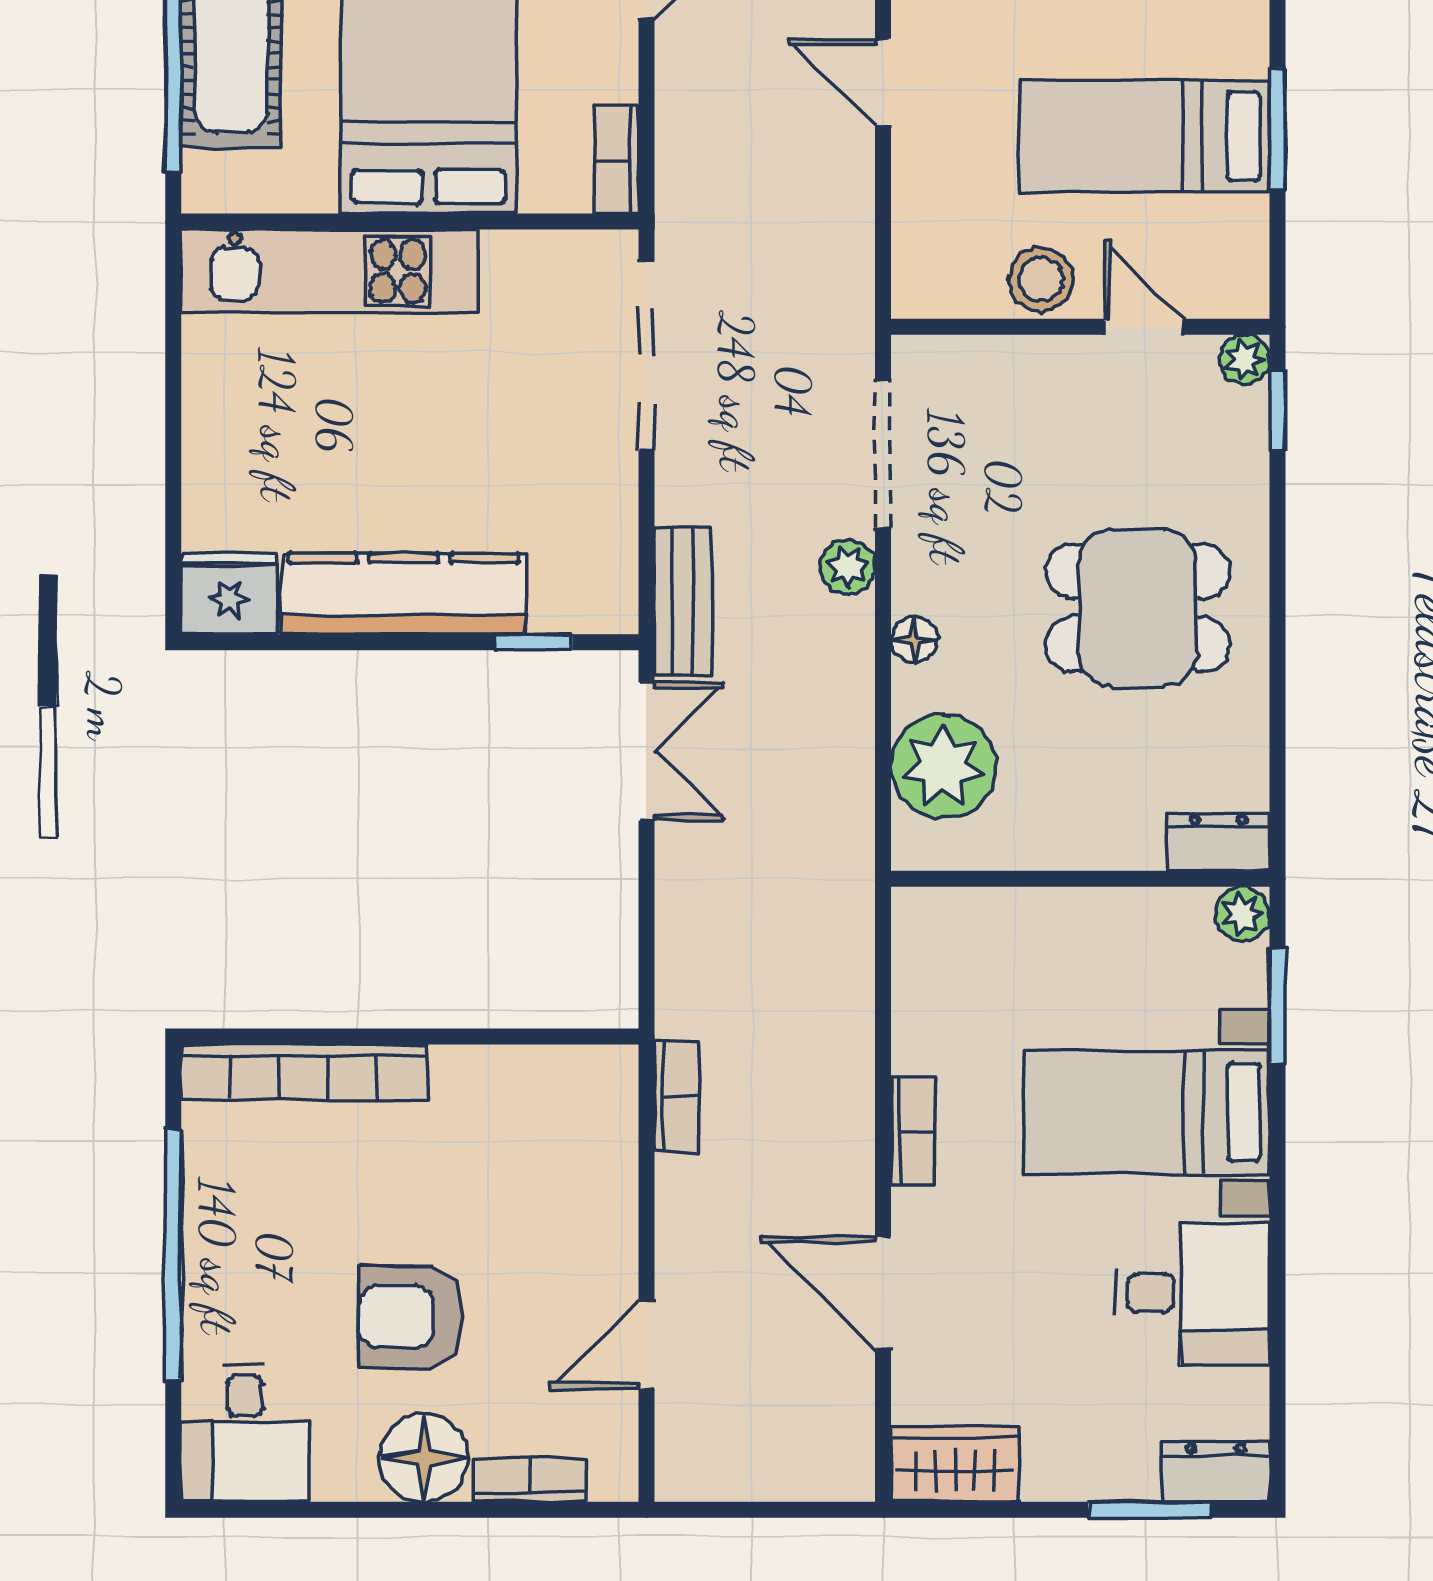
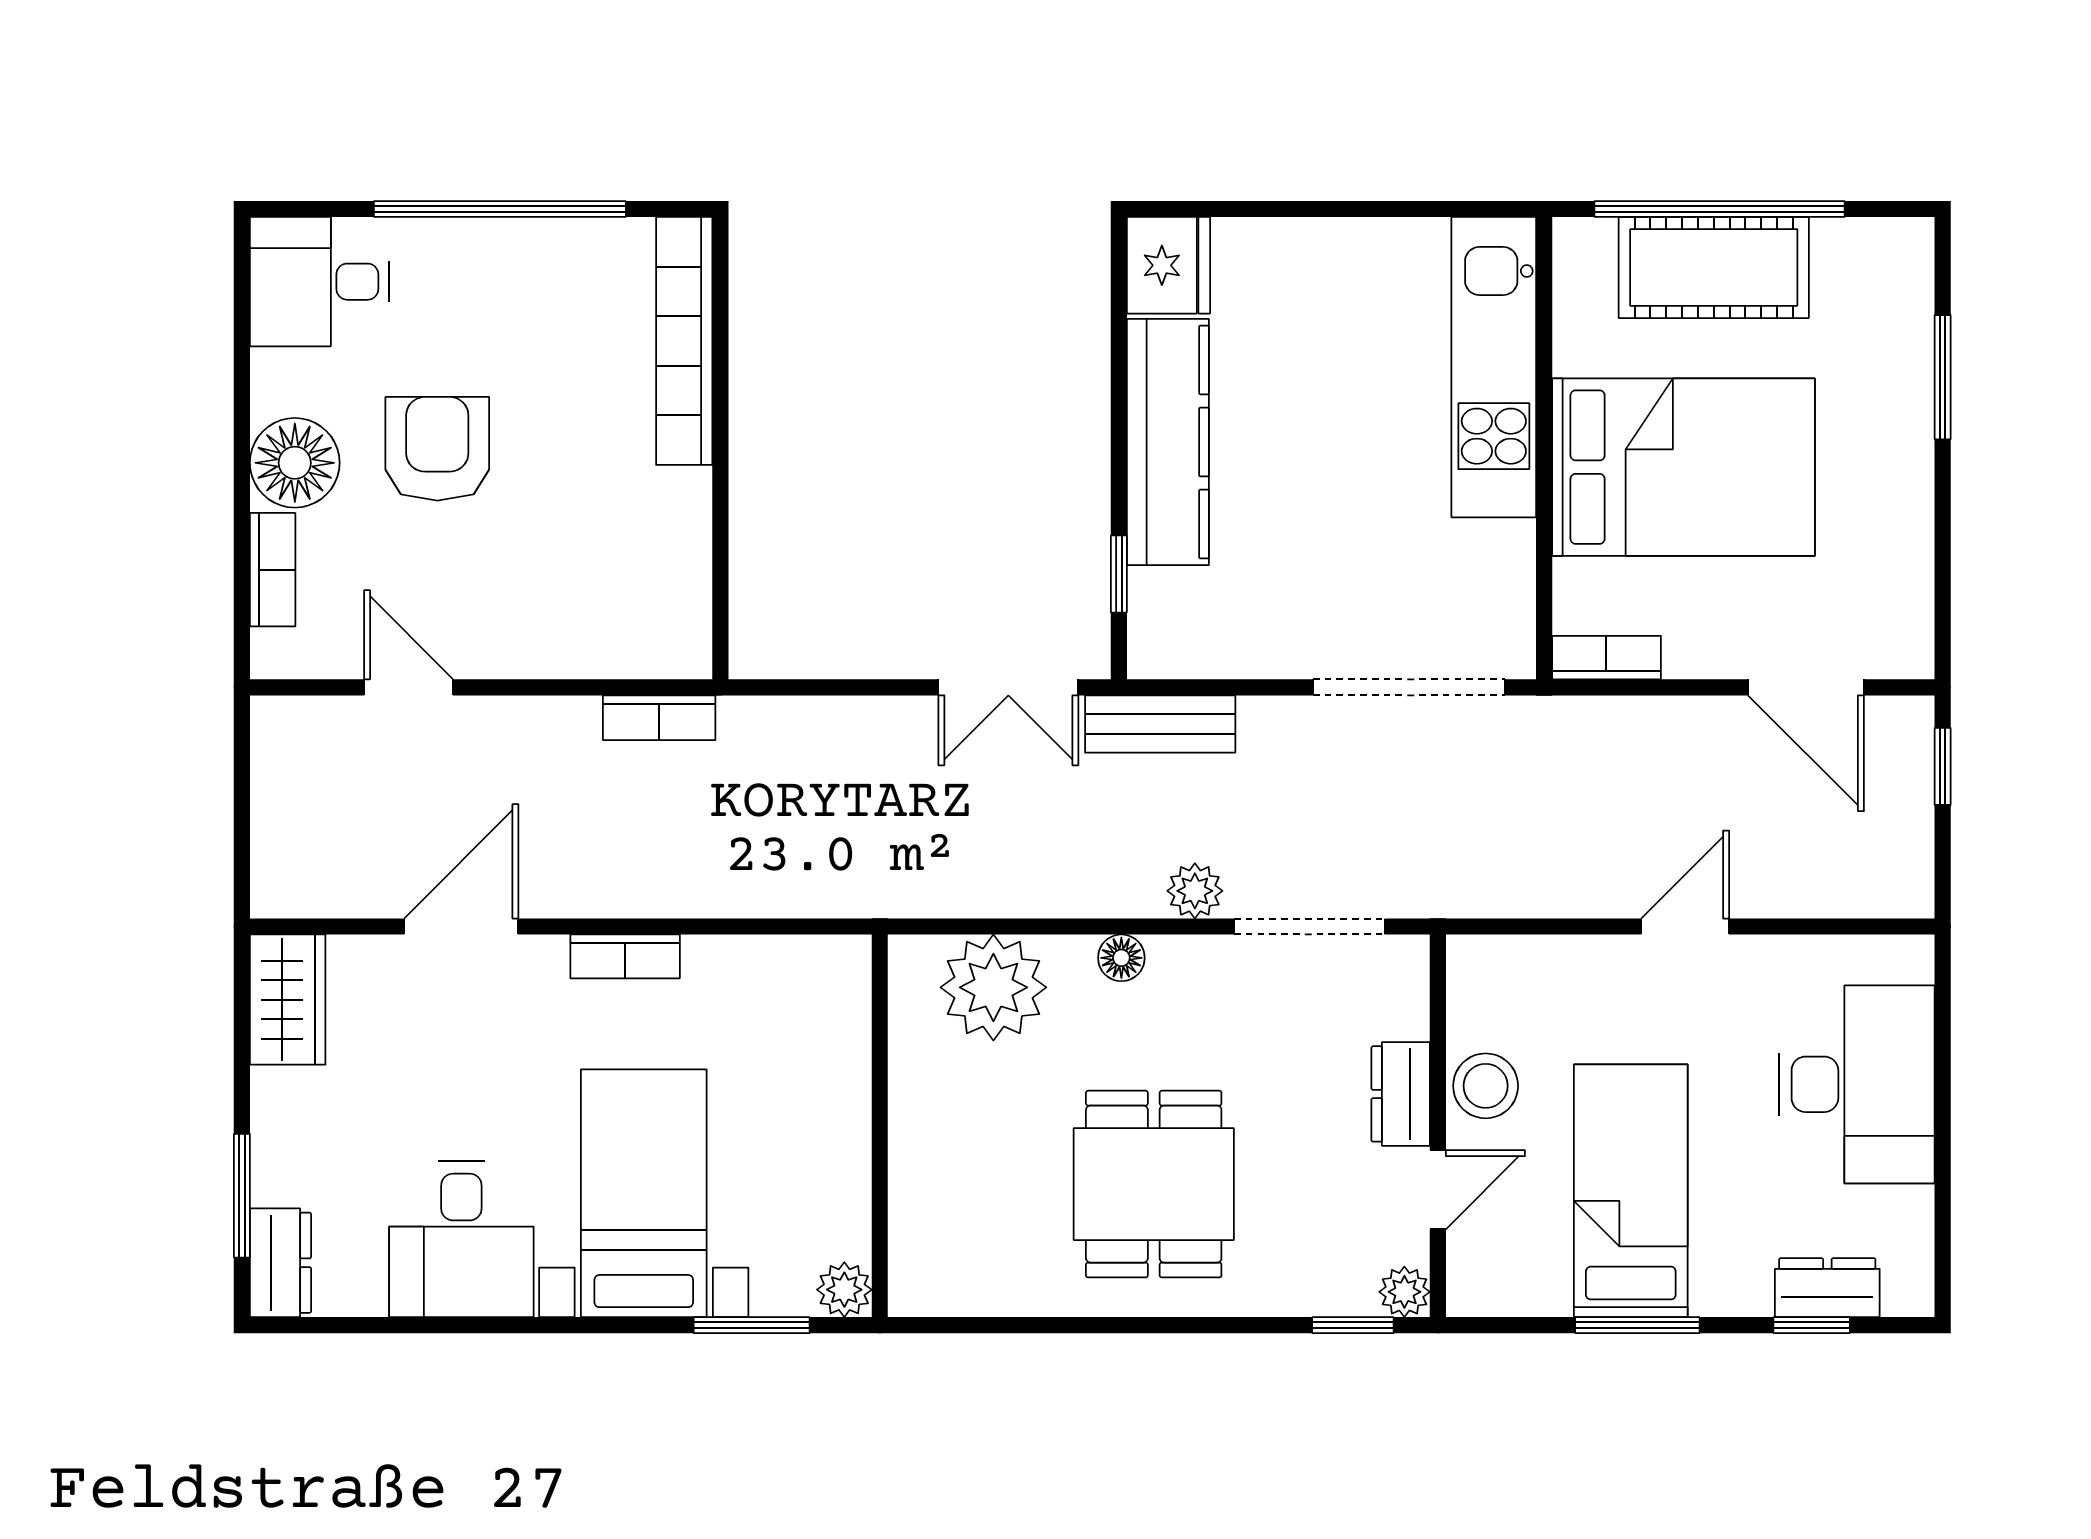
dresser: (1218, 842) -> (1401, 1094), moved, turned 180

